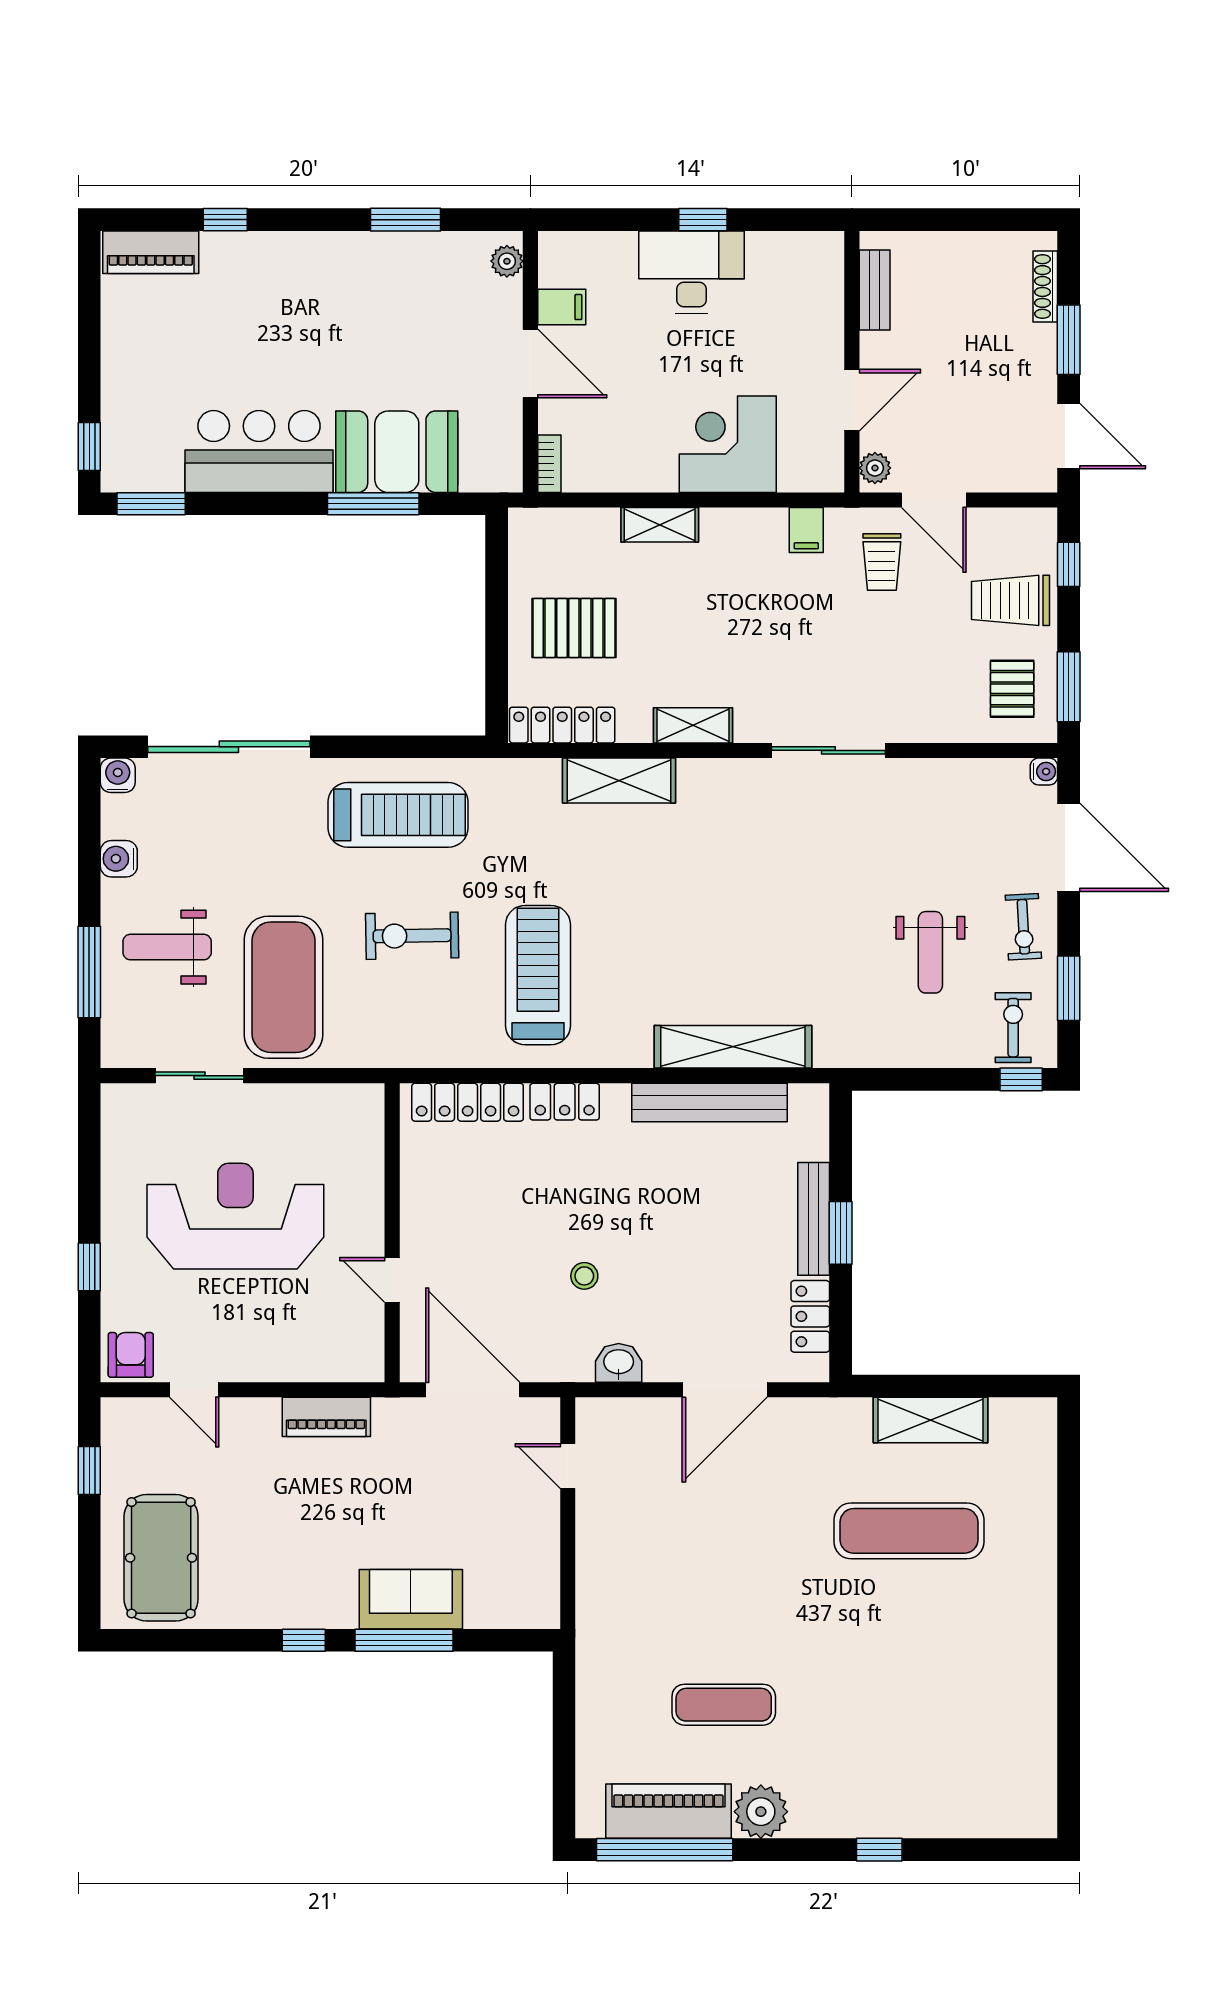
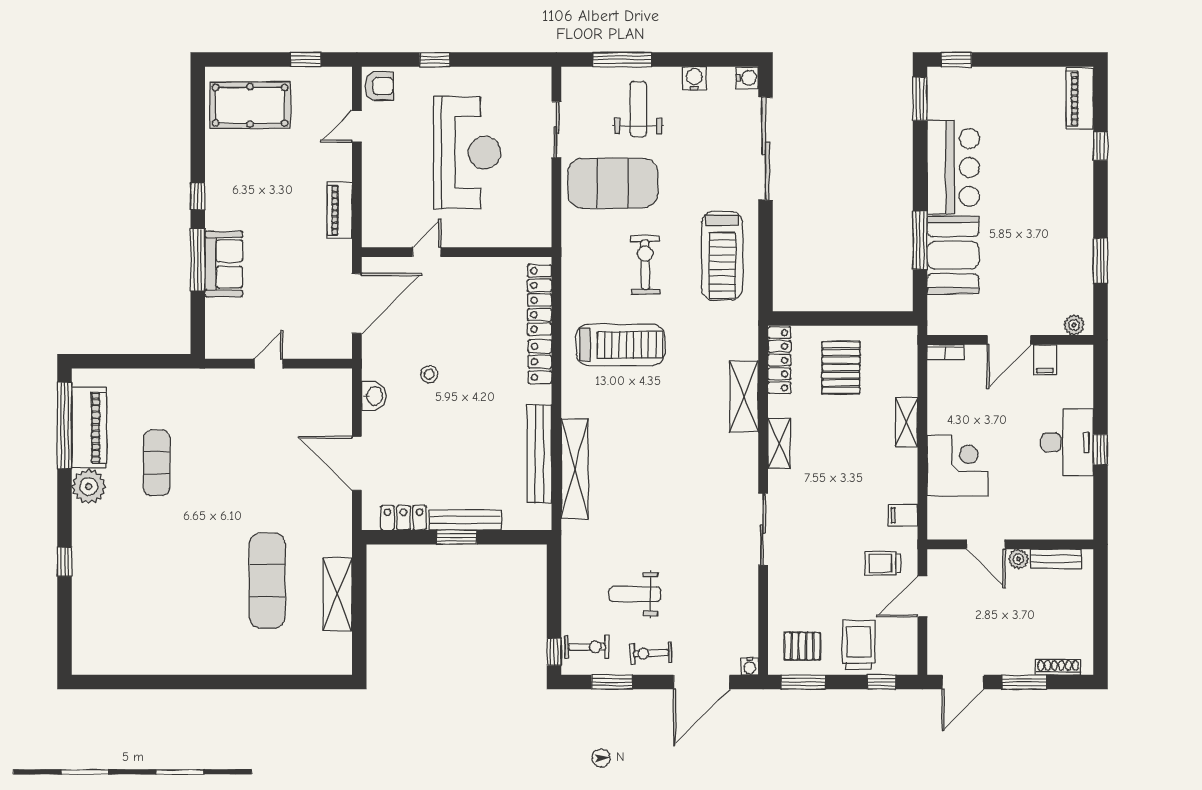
plant: (875, 468) -> (1018, 559), moved
door: (568, 1466) -> (269, 364), moved

